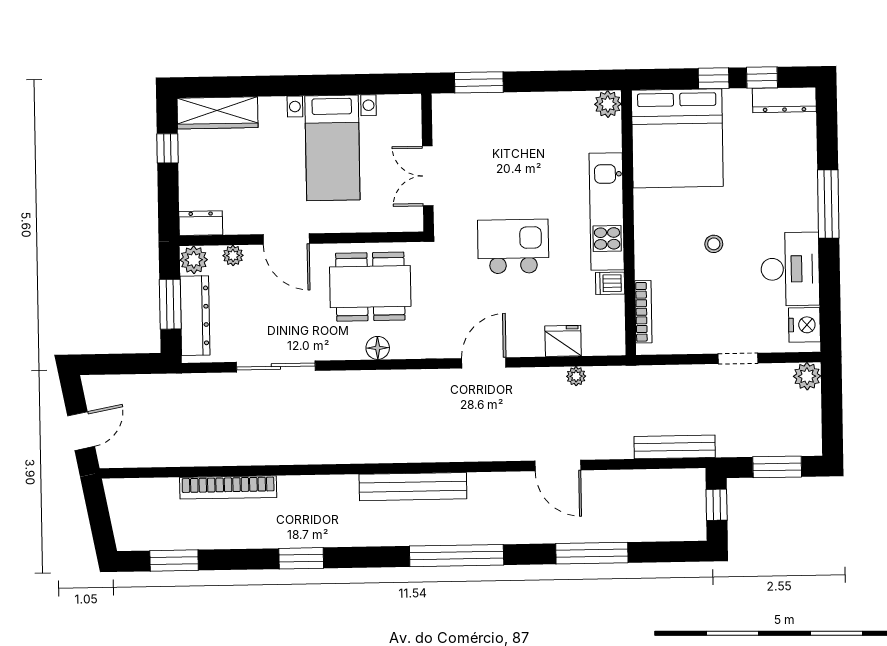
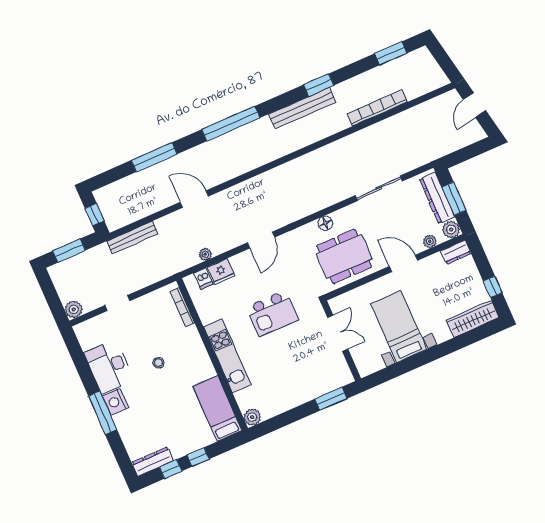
bed: (677, 138) -> (217, 408), width x0.49
dishwasher: (610, 283) -> (203, 278), moved, turned 90
nightstand: (804, 325) -> (115, 402), moved
bench: (413, 487) -> (302, 108), moved

